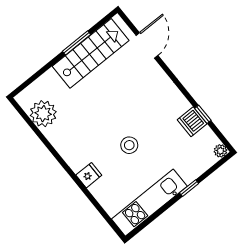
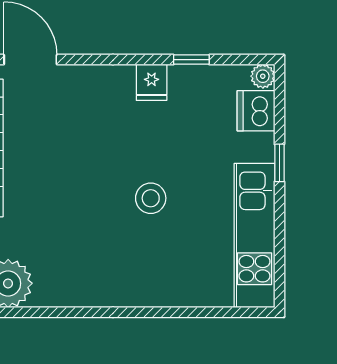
dishwasher: (192, 122) -> (256, 111), moved, turned 90
fridge: (89, 175) -> (152, 82), moved, turned 180

